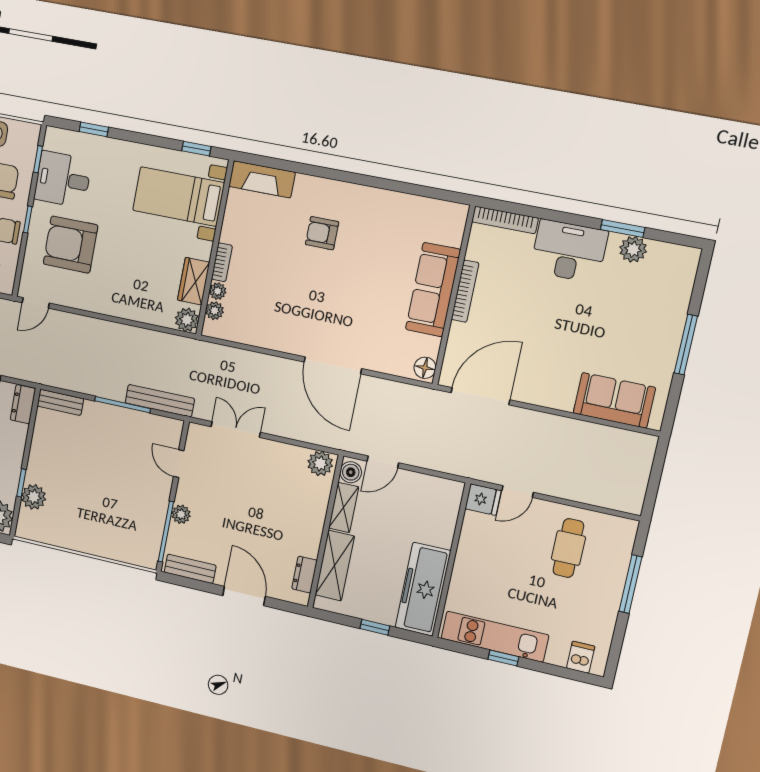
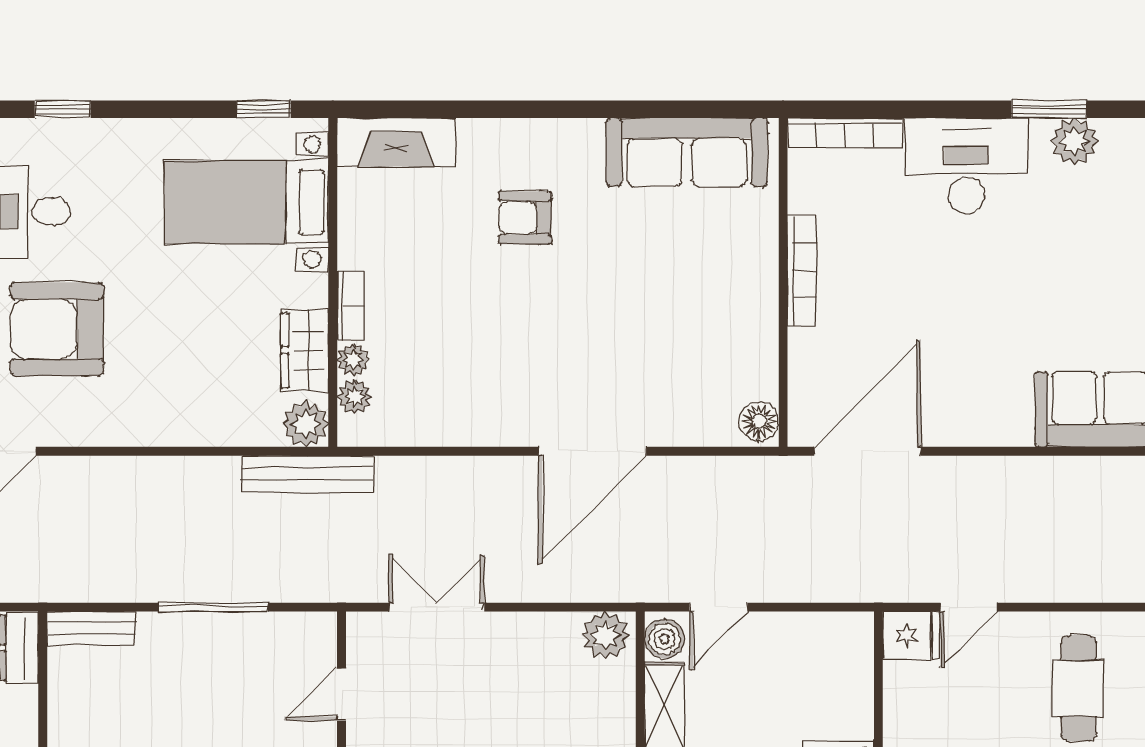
sofa: (433, 290) -> (687, 152), moved, turned -90
door: (333, 365) -> (592, 451), hinge flipped
bench: (160, 401) -> (307, 474), moved
door: (179, 464) -> (341, 694), hinge flipped

